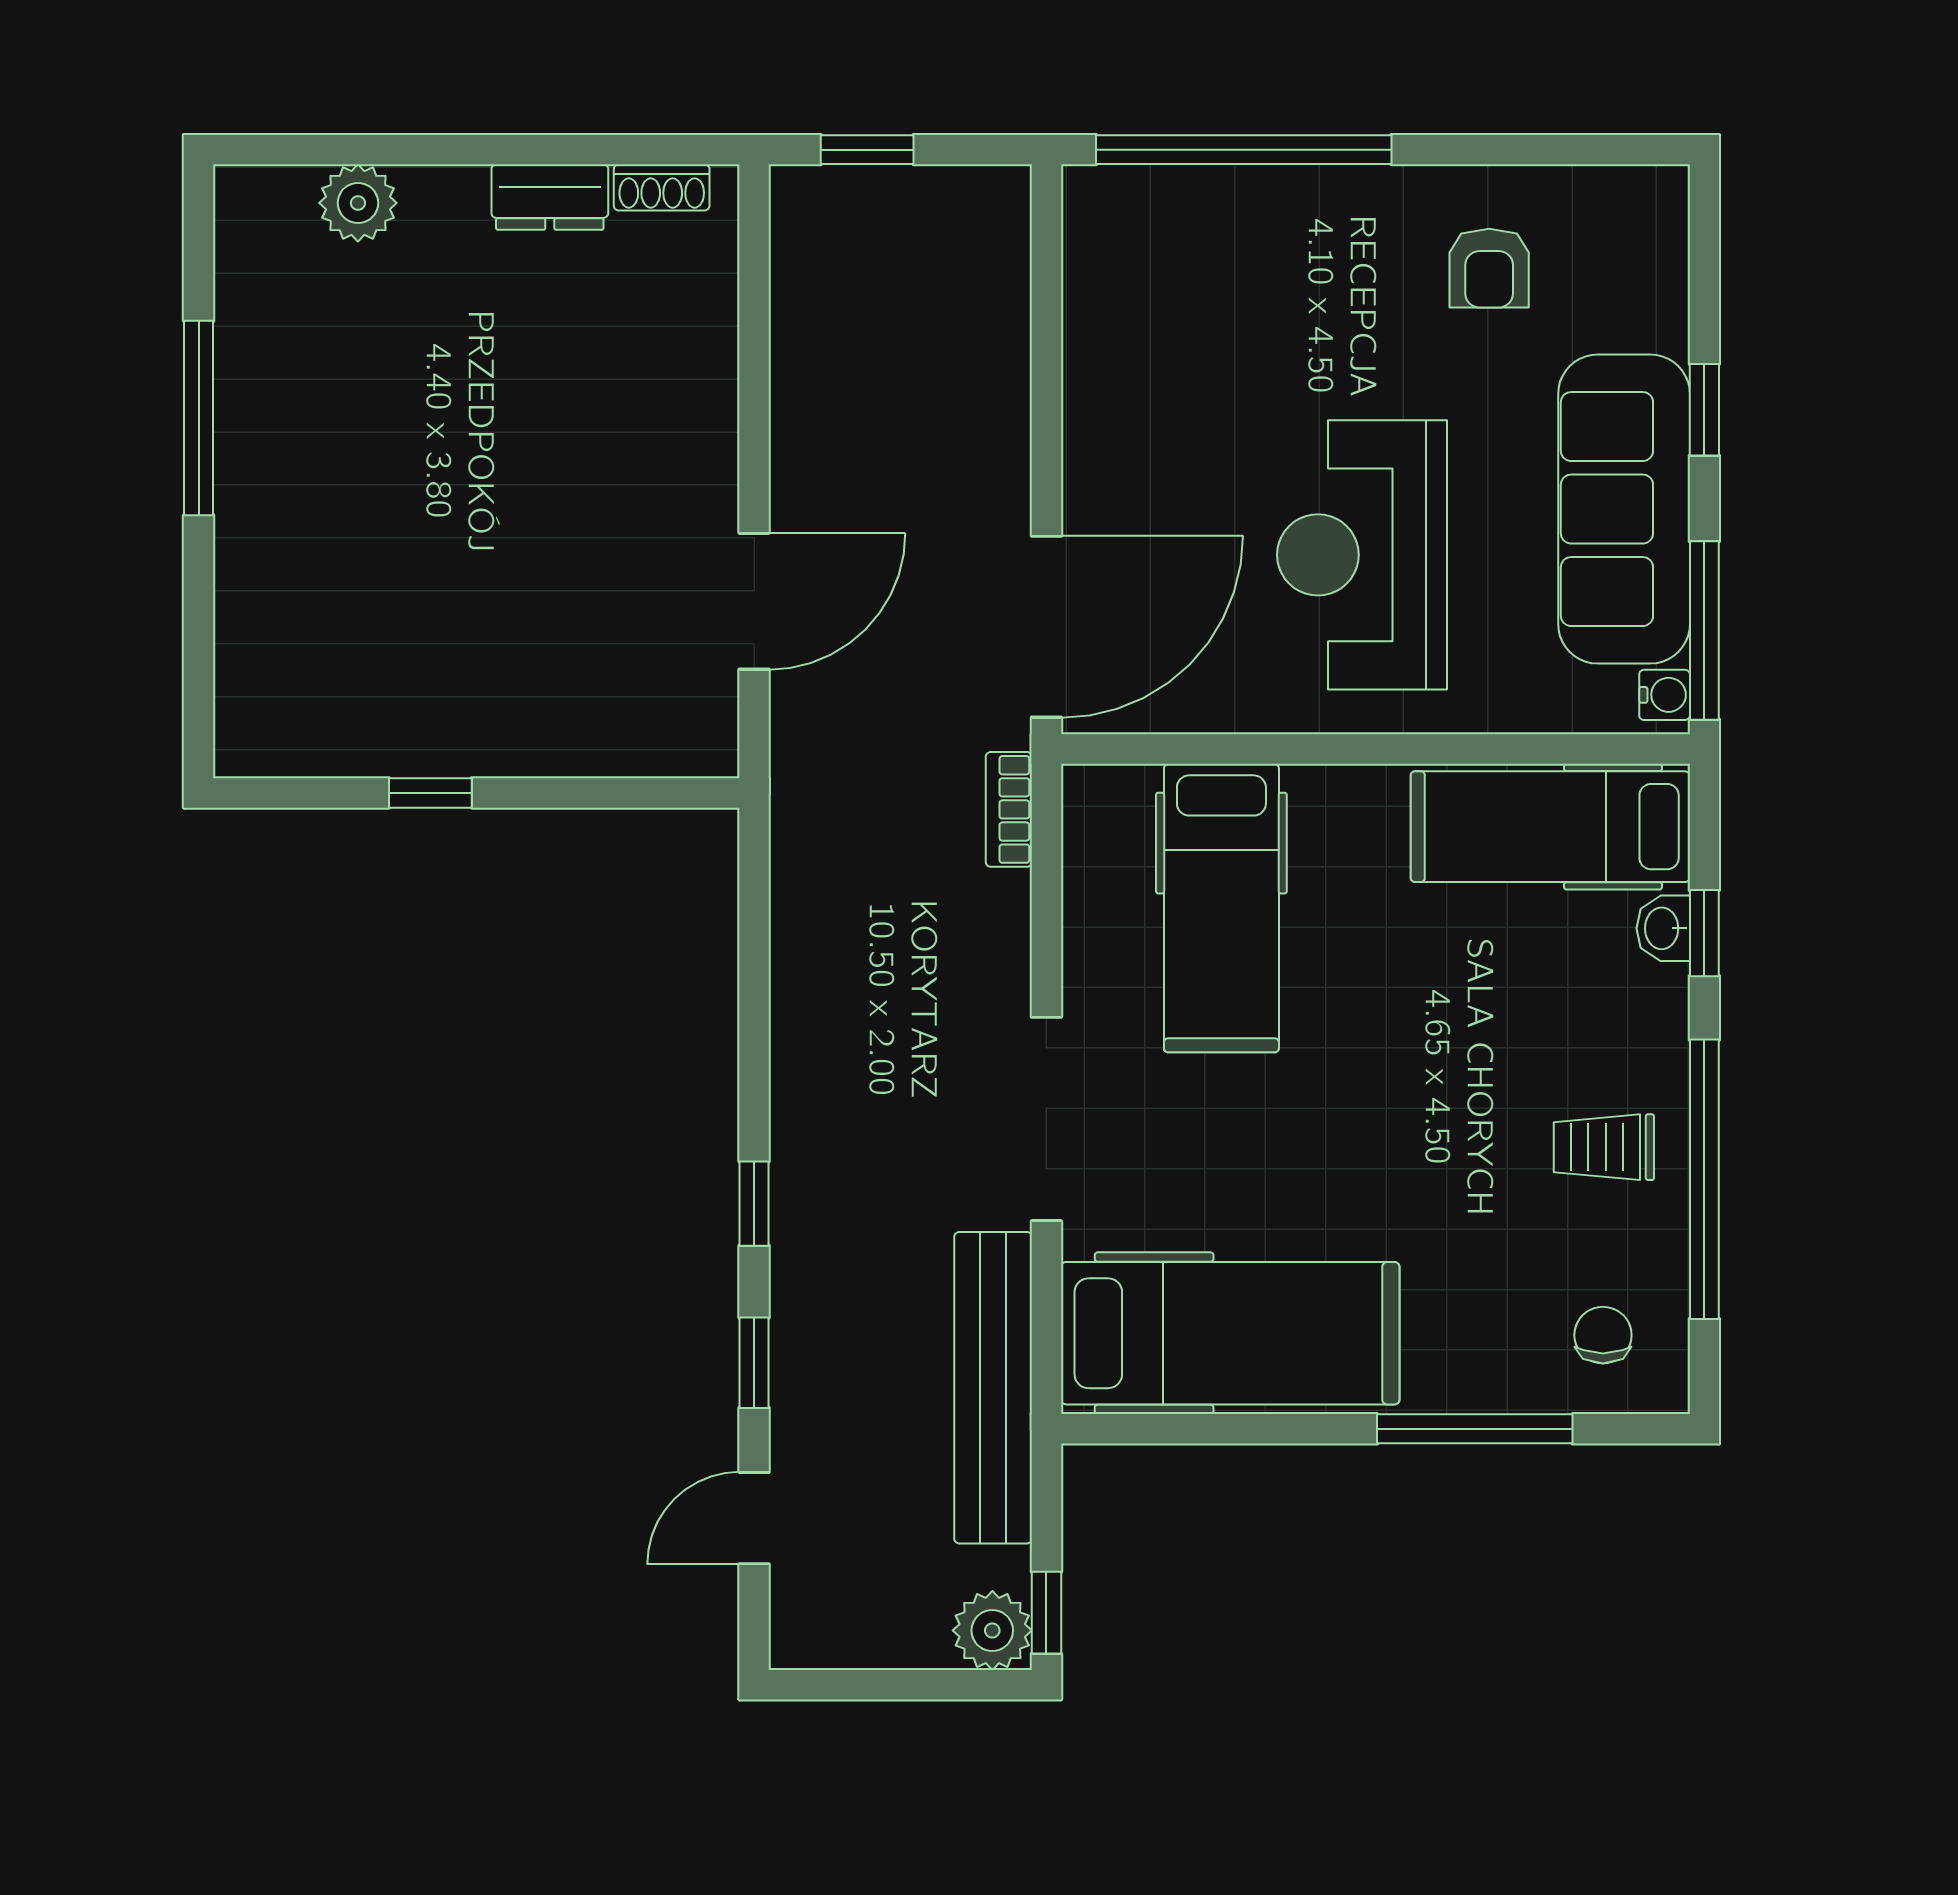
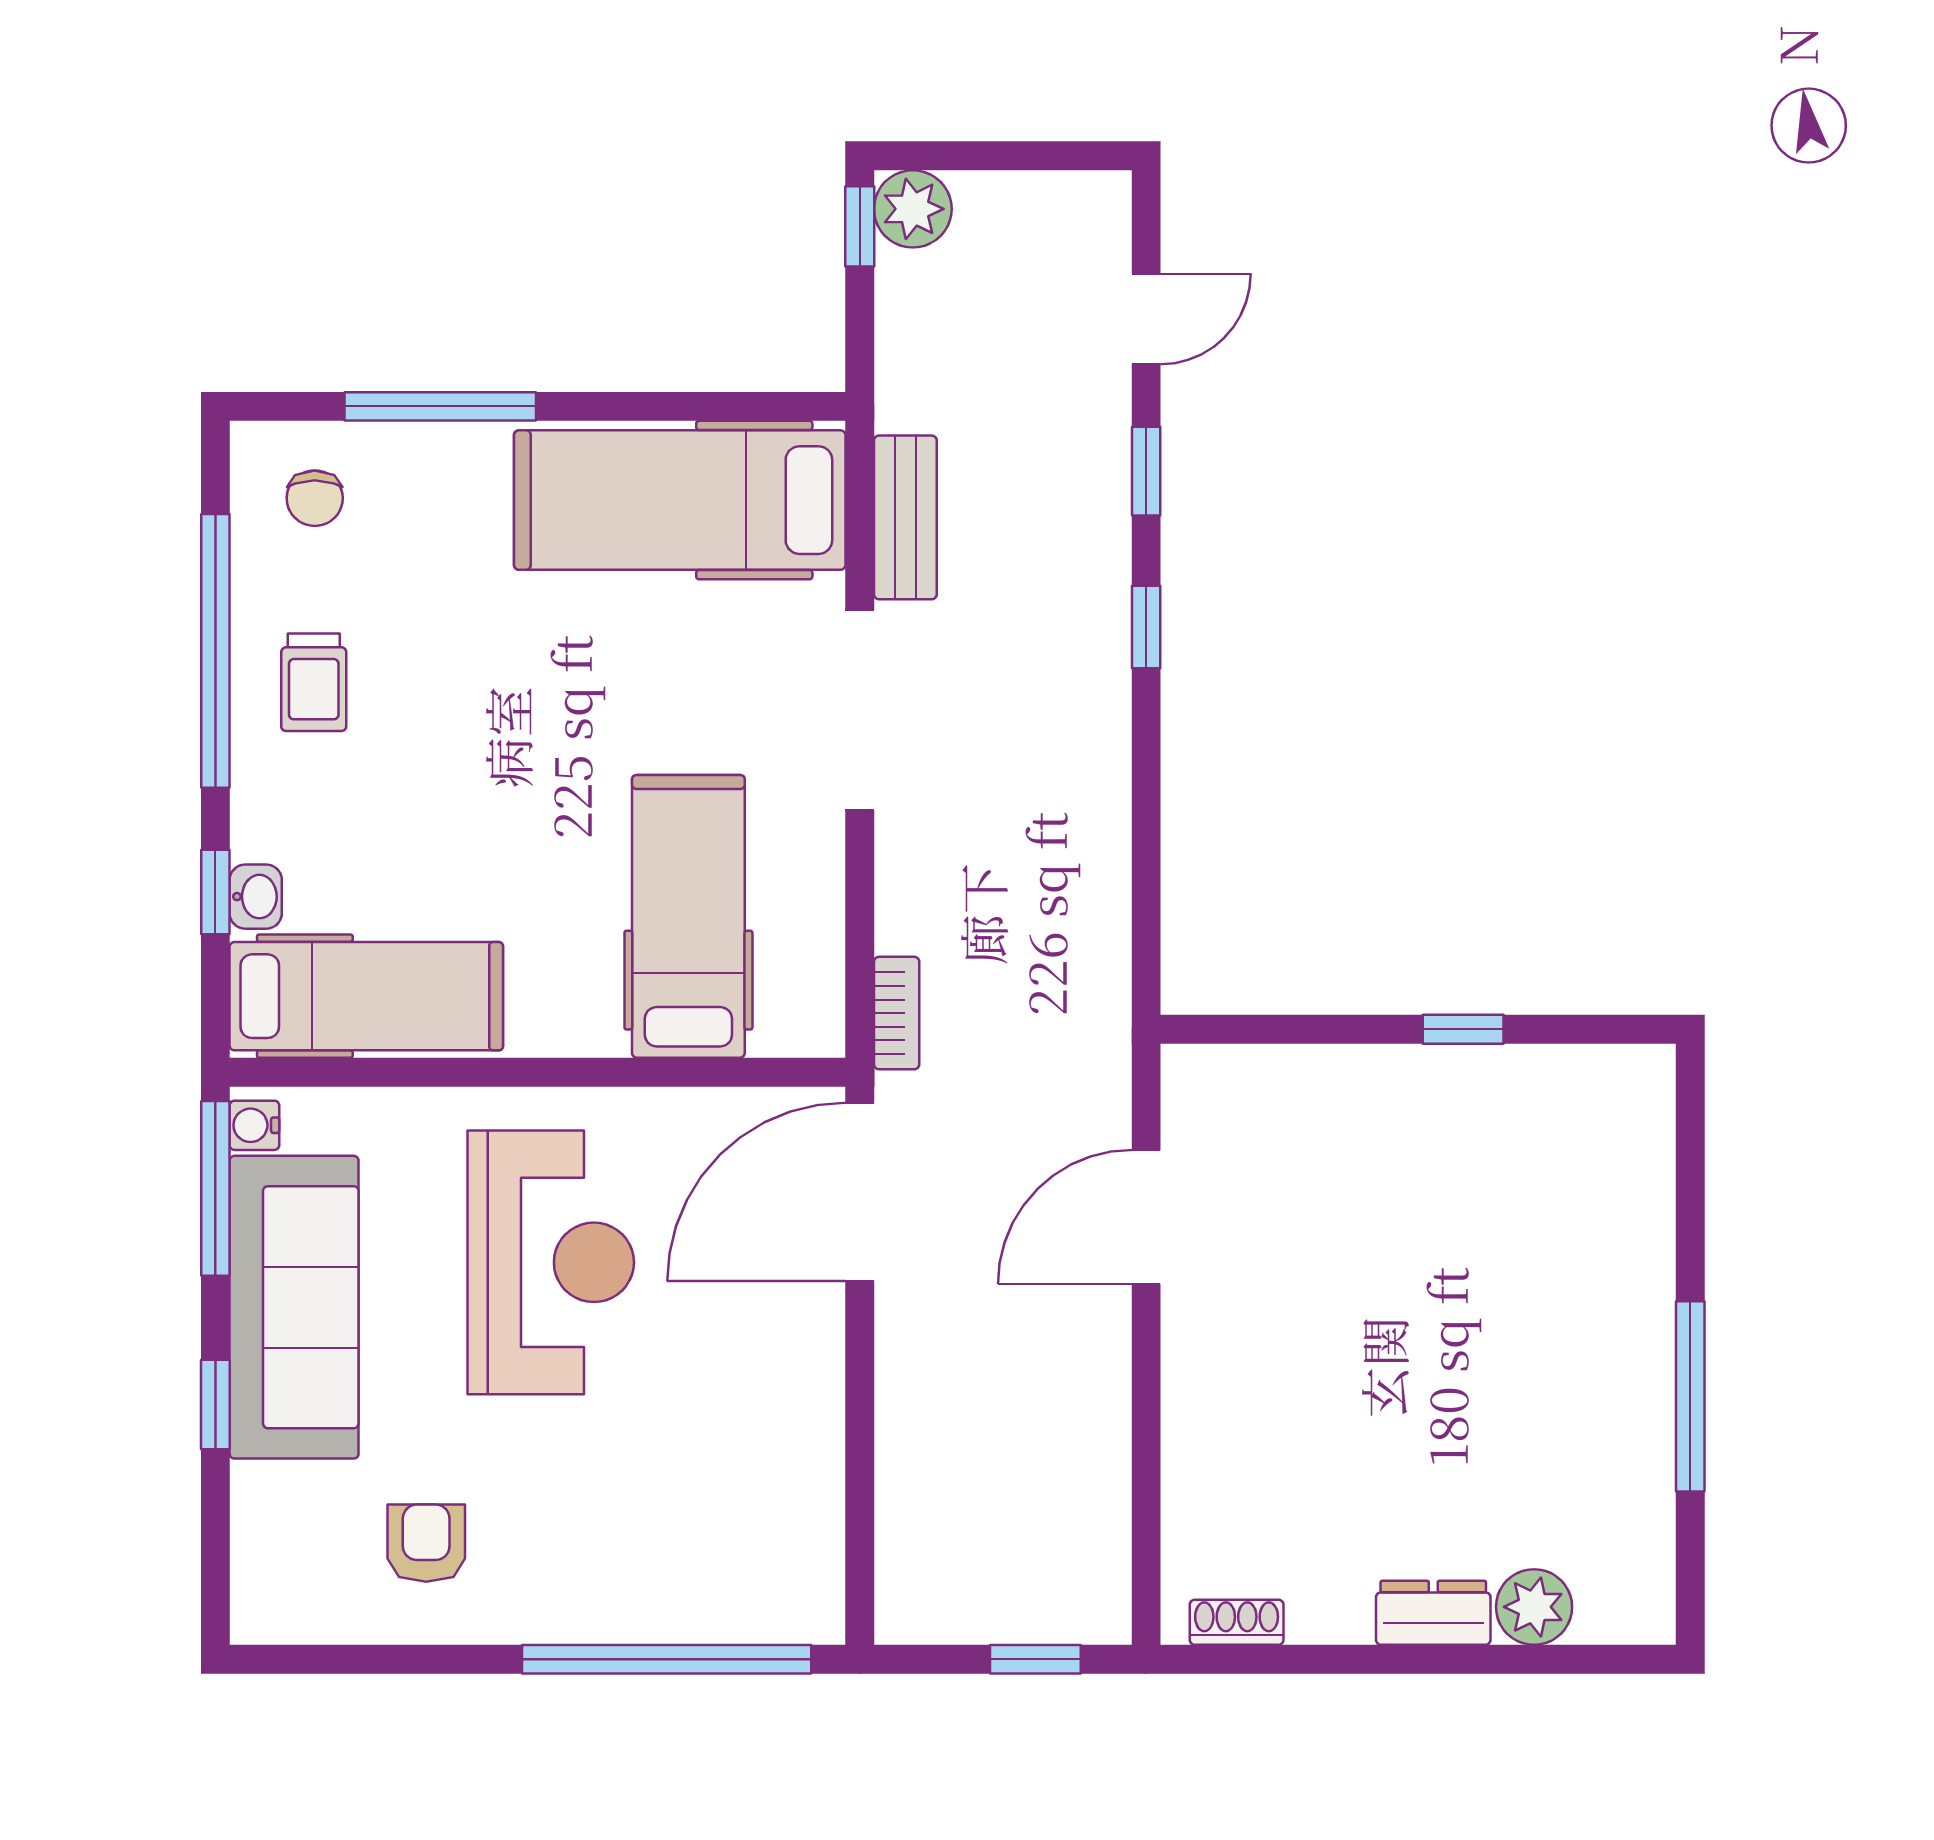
dresser: (550, 197) -> (1433, 1613), moved
trolley: (1604, 1147) -> (314, 682), turned 90
bench: (993, 1388) -> (905, 517), width x0.54, depth x0.82

